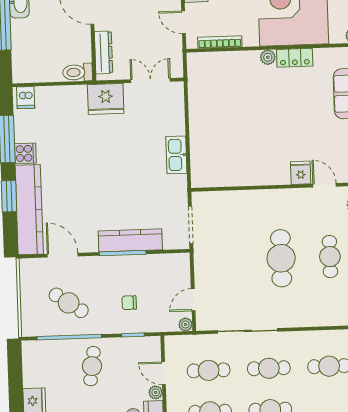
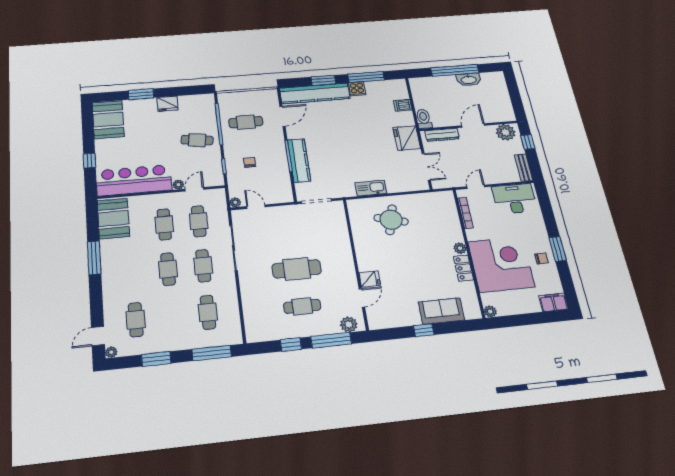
dishwasher: (26, 98) -> (403, 105), moved
round table: (223, 136) -> (391, 220), added
cafe table: (69, 303) -> (246, 122), turned 56

